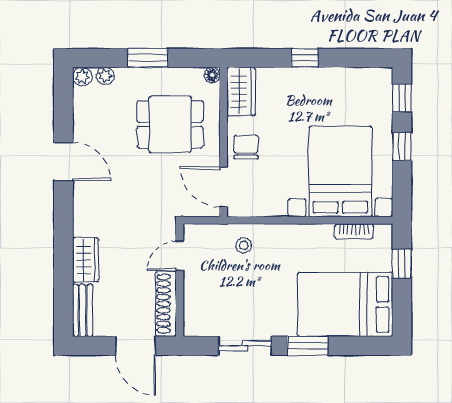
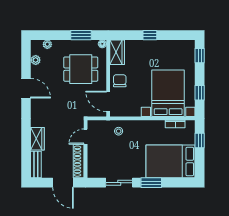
window: (148, 58) -> (81, 35), moved
plant: (82, 77) -> (36, 60), moved
window: (402, 146) -> (200, 93), moved

